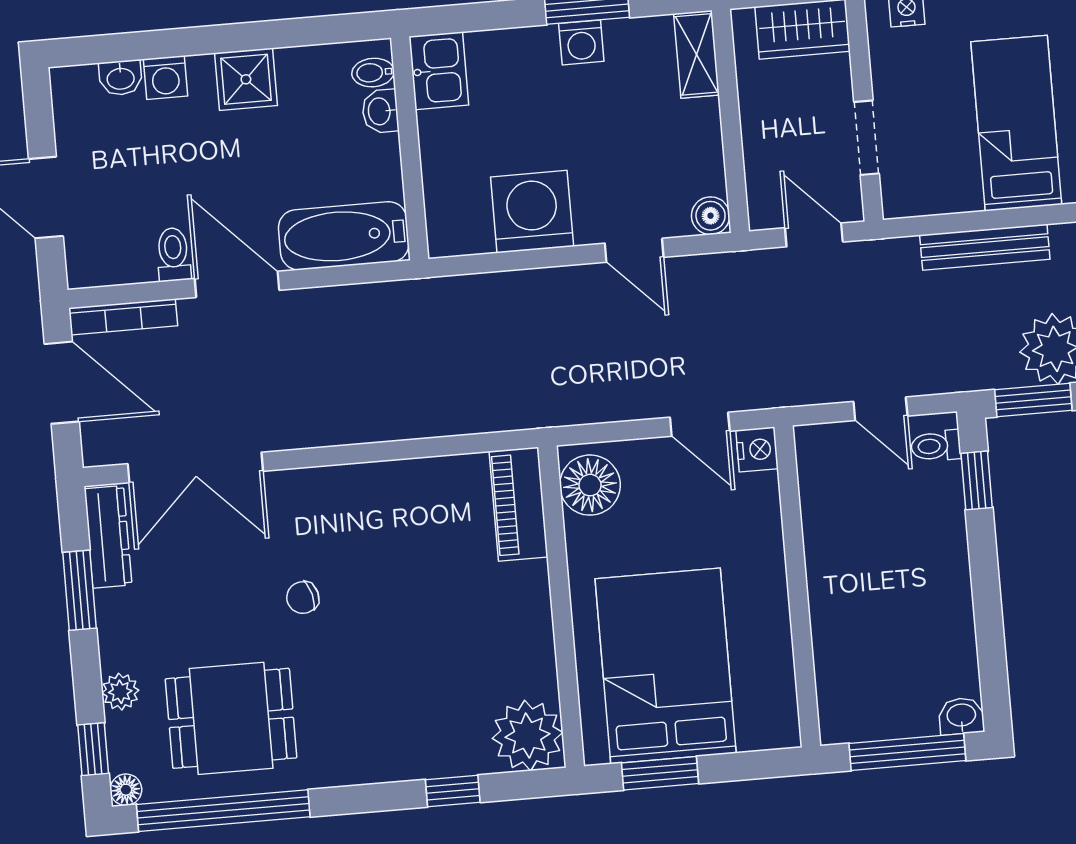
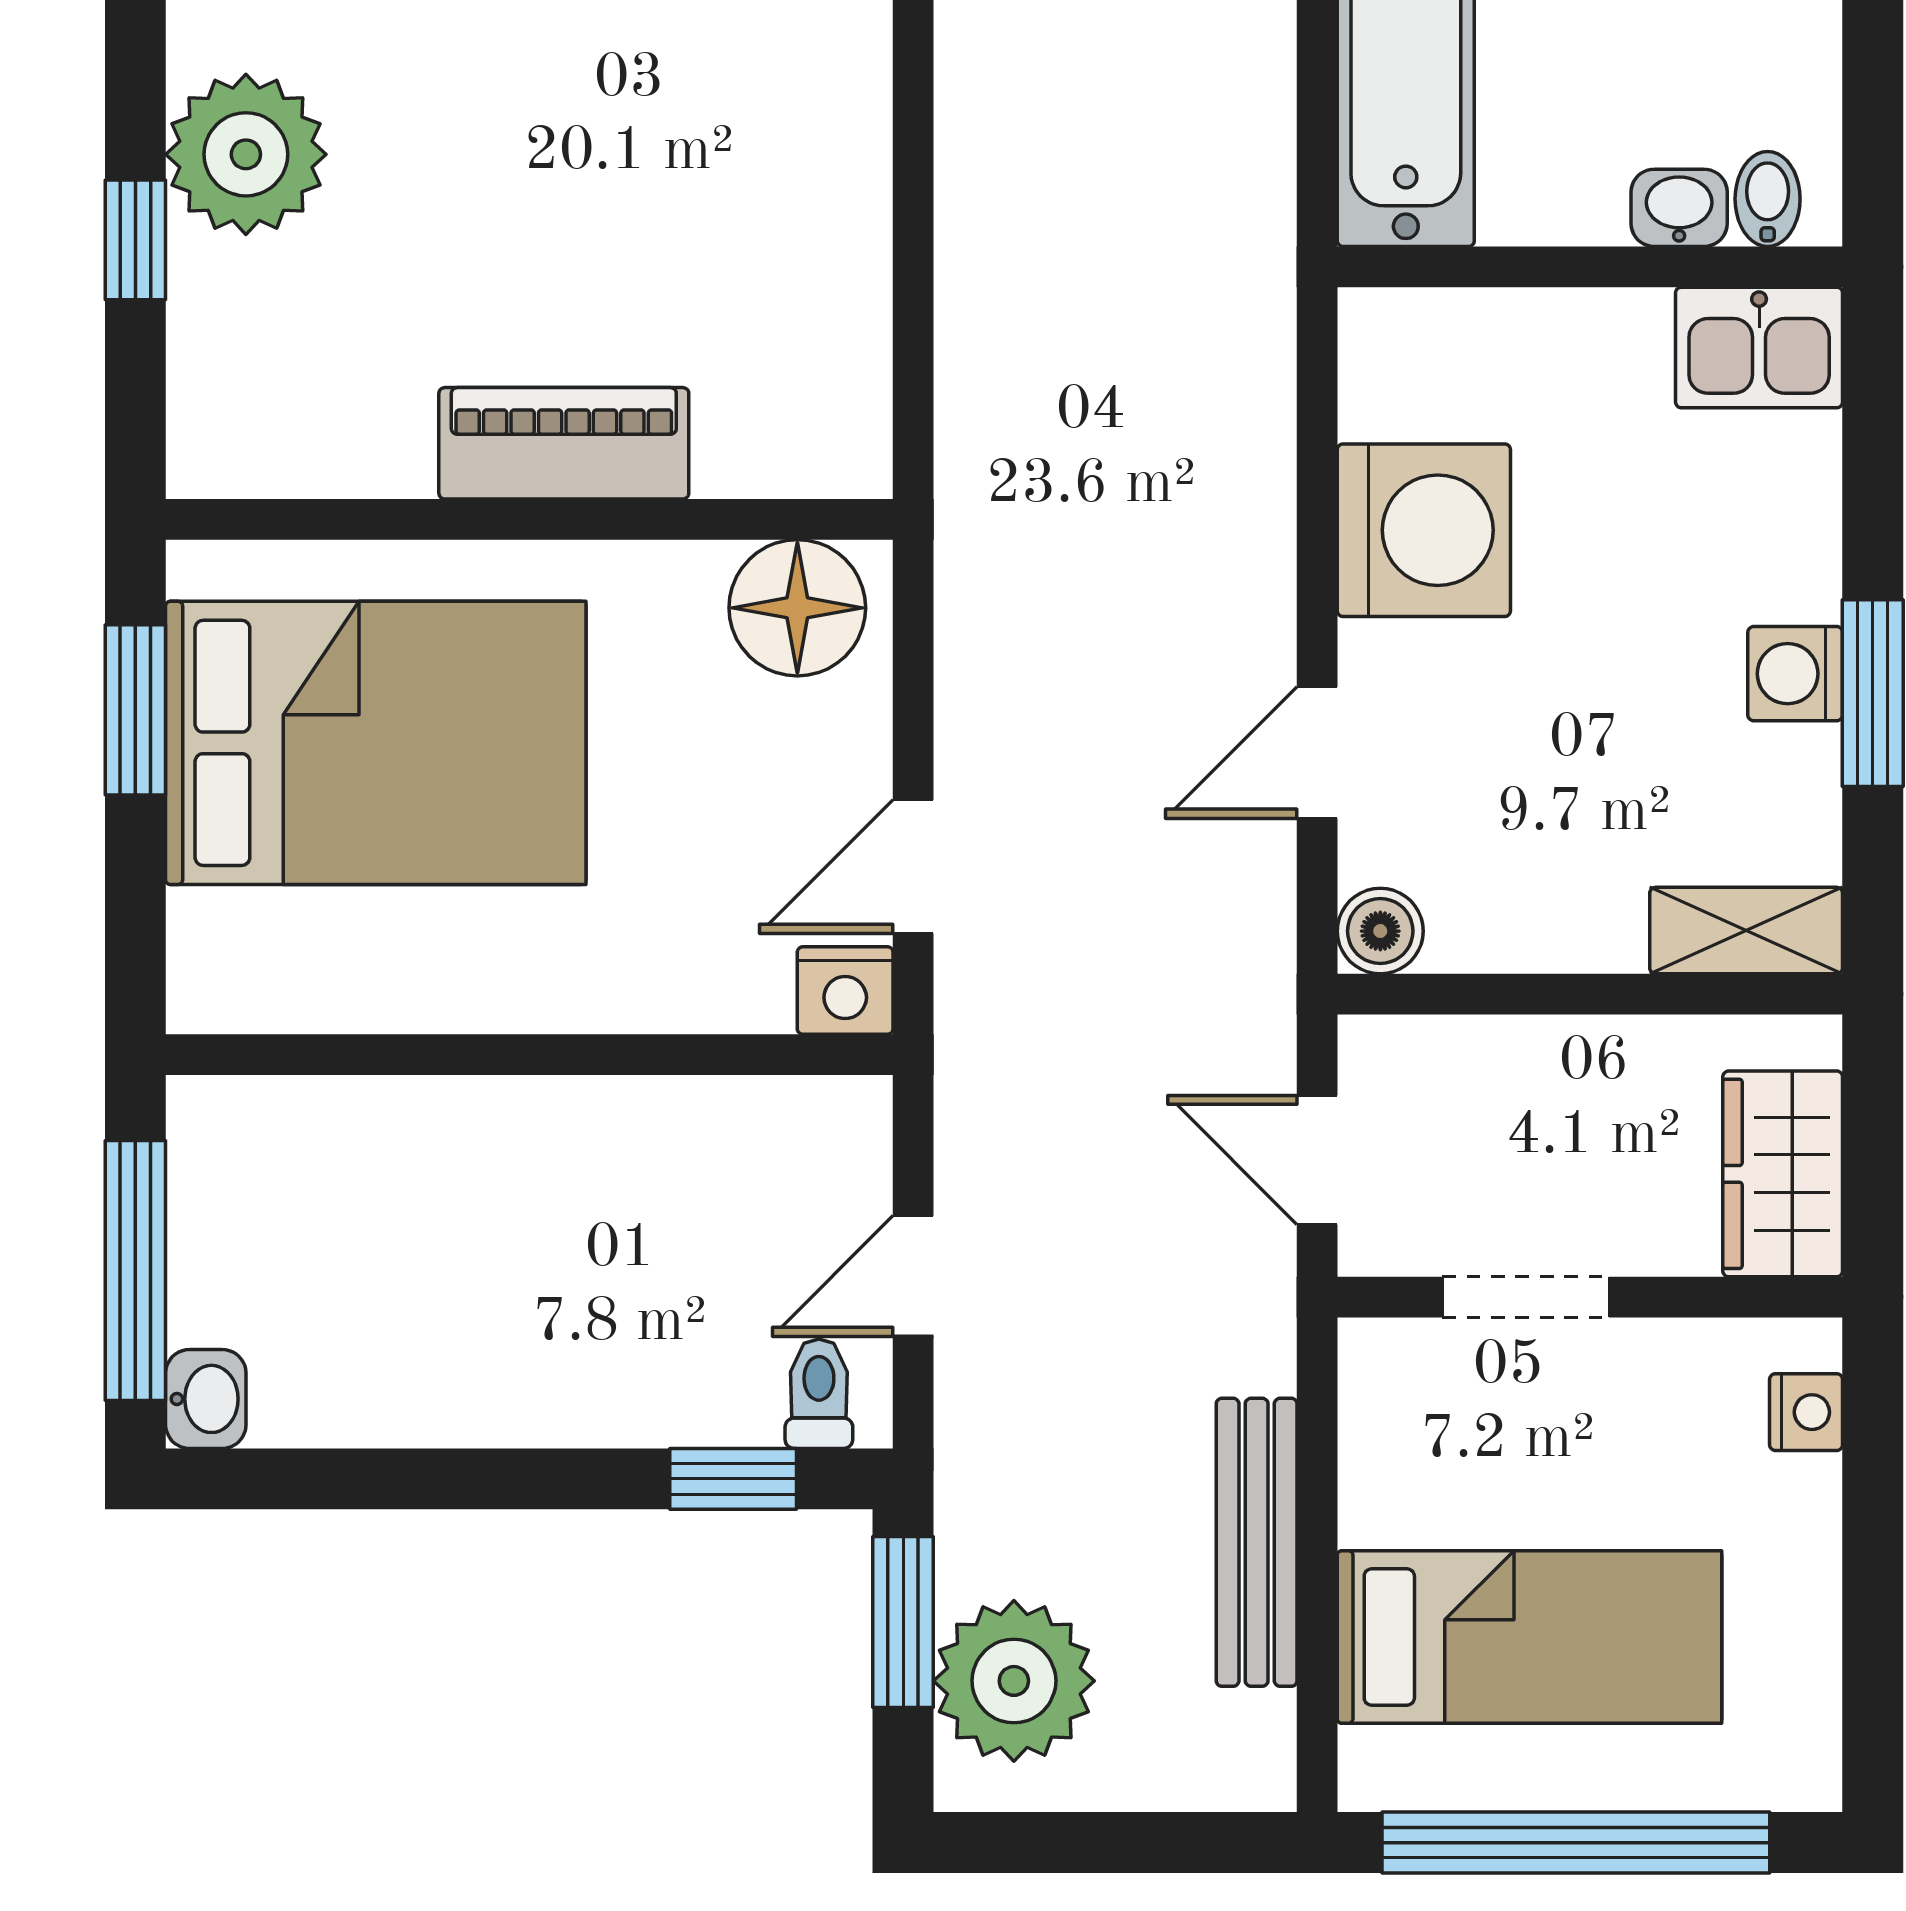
door: (814, 235) -> (1317, 1160), swing flipped
piano: (519, 504) -> (564, 443), moved
plant: (528, 735) -> (246, 154), moved

